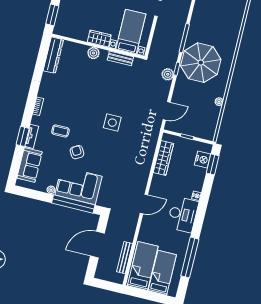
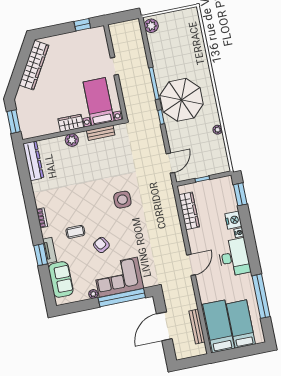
plant: (168, 74) -> (155, 127), removed
nightstand: (203, 159) -> (233, 220), moved

